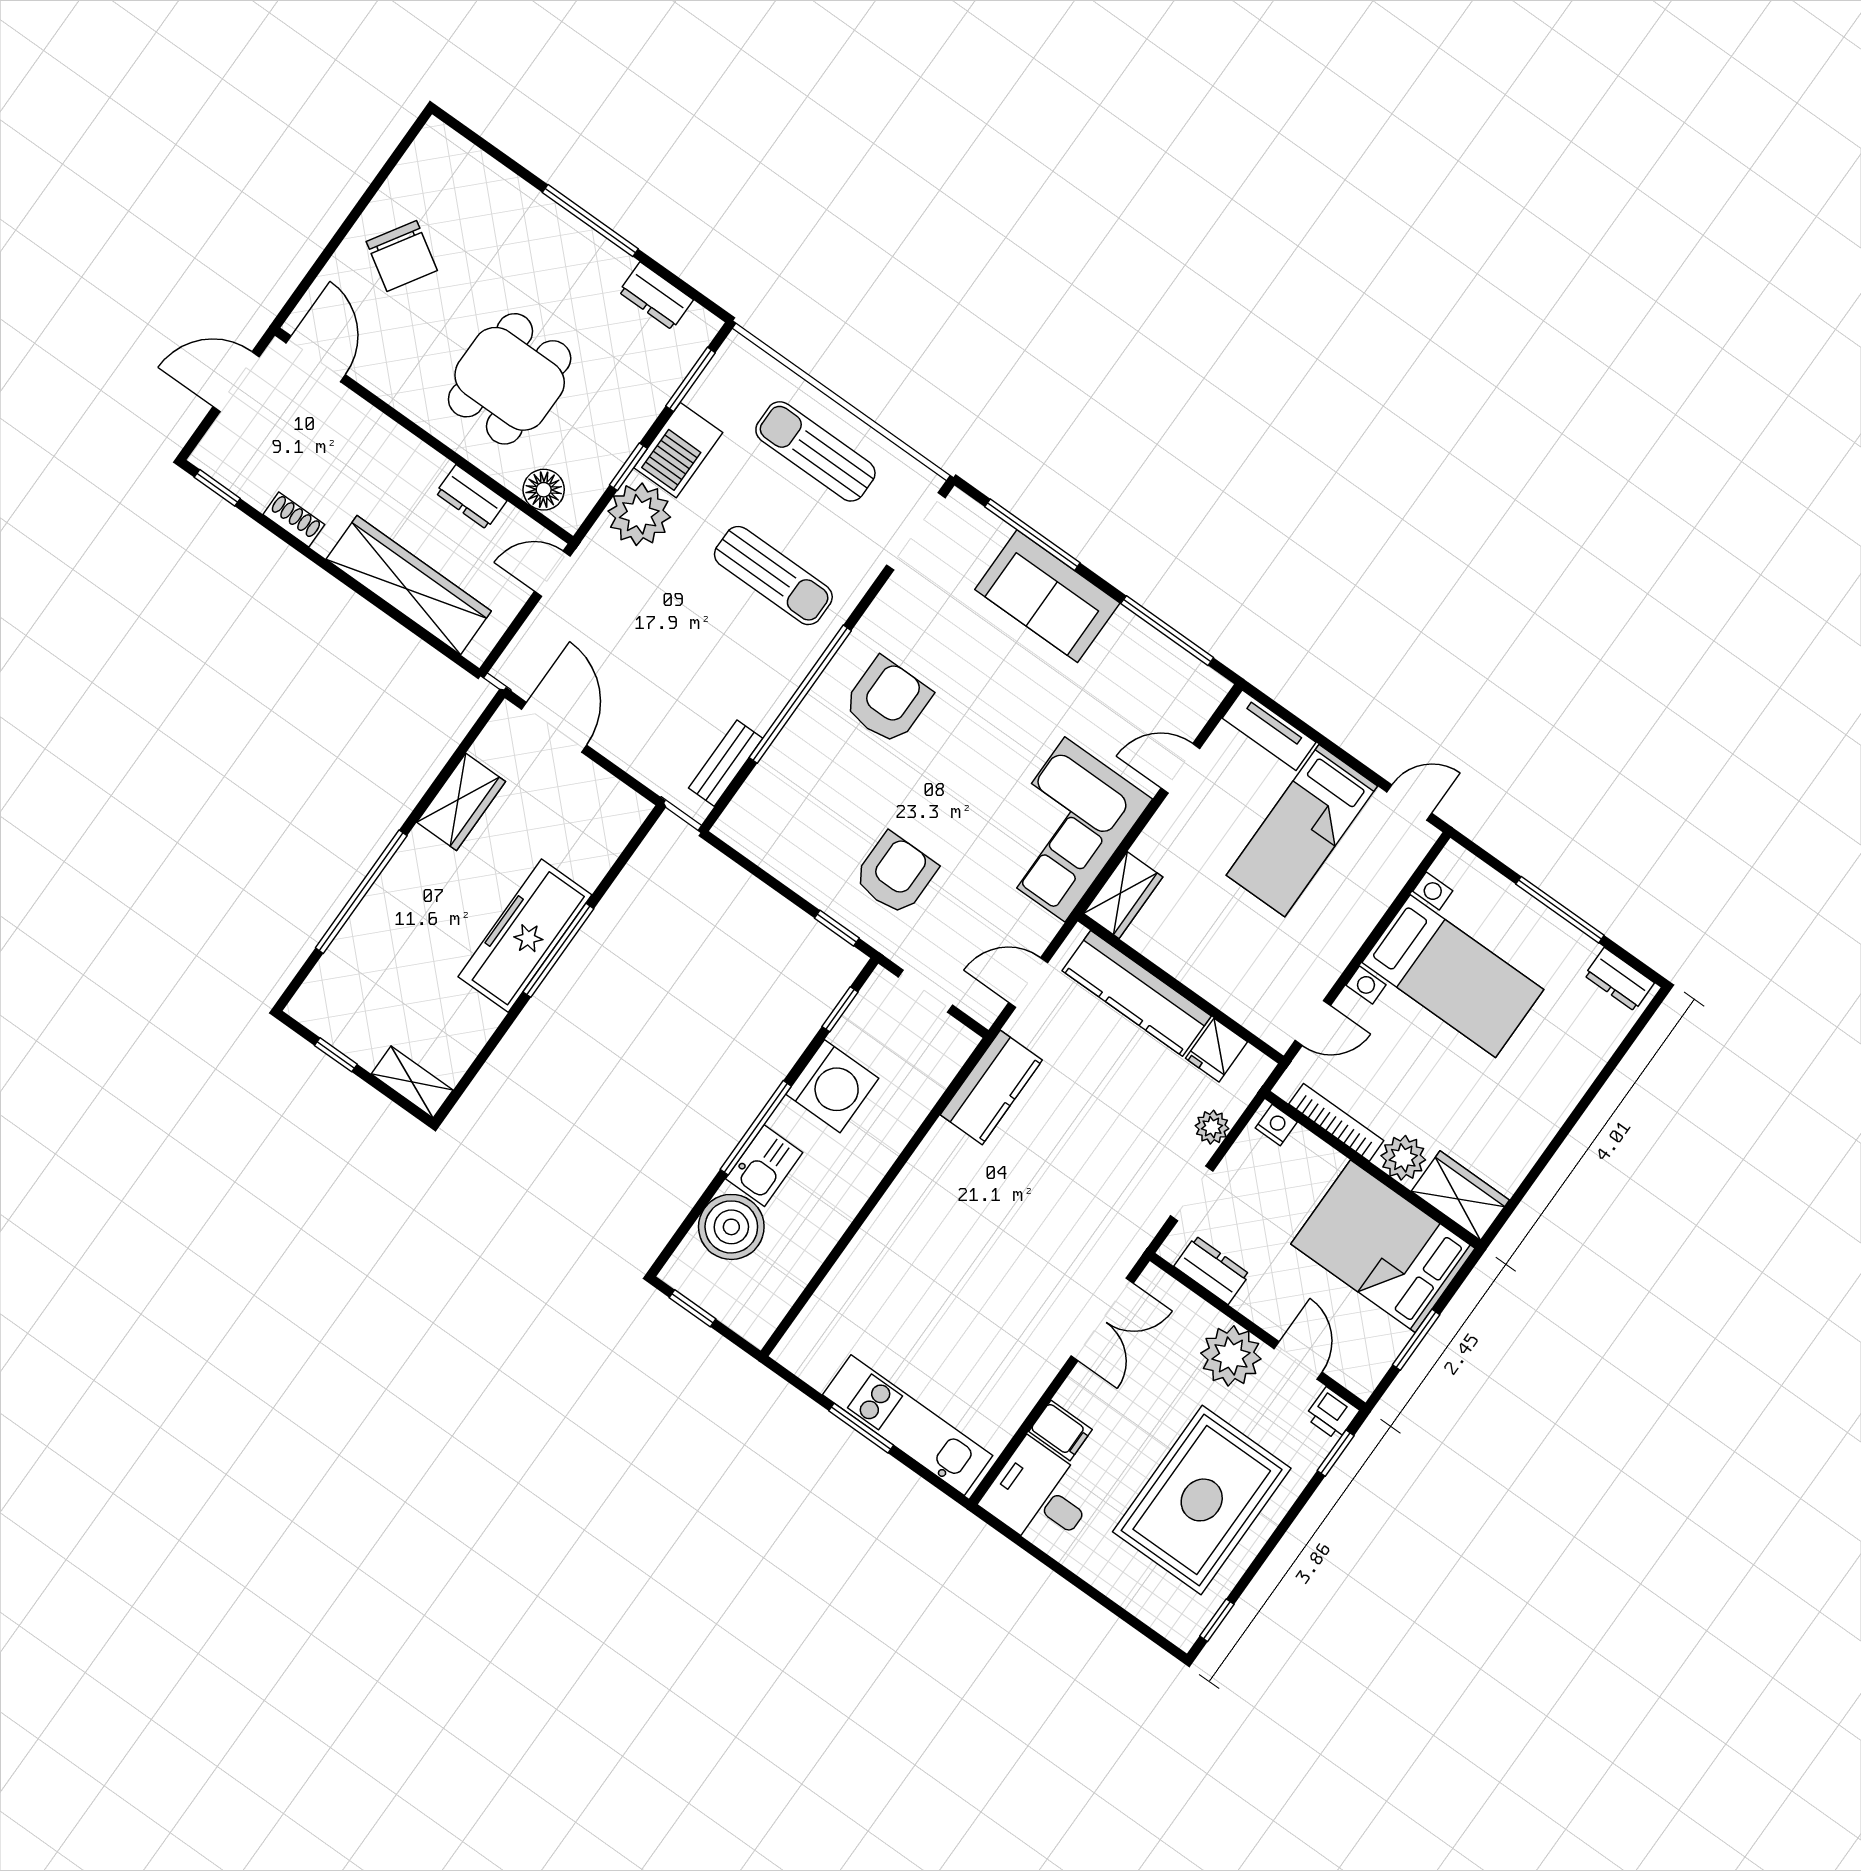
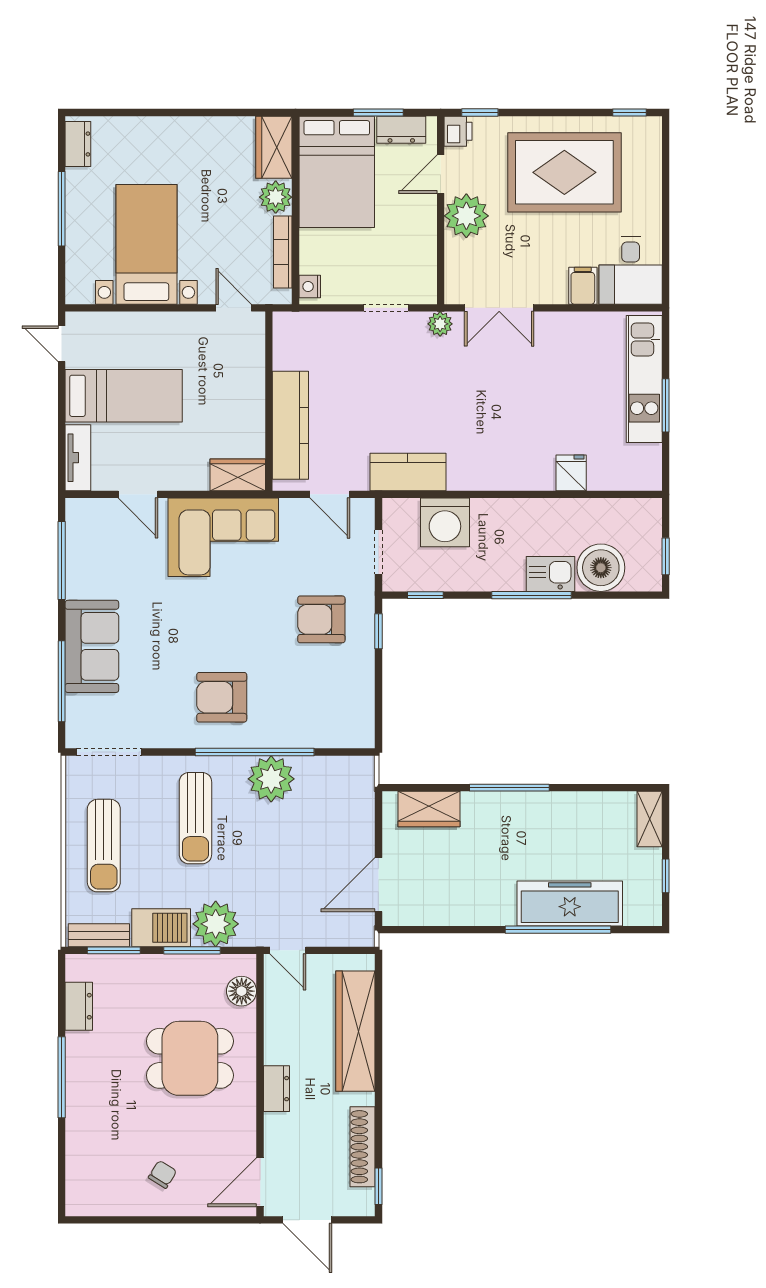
chair: (402, 256) -> (162, 1174), width x0.54, depth x0.54
window: (628, 467) -> (192, 950), width x1.50
dresser: (471, 497) -> (276, 1089), moved
shoe rack: (294, 519) -> (363, 1147), width x1.94, depth x1.24
sun lounger: (773, 576) -> (195, 818), turned 180
plant: (757, 691) -> (271, 779), added
bench: (726, 763) -> (99, 935), moved
wardrobe: (461, 802) -> (429, 809), moved, turned 180
freezer: (525, 936) -> (570, 904), moved, turned 180
fridge: (1216, 1050) -> (571, 473), moved, turned -90
washing machine: (832, 1086) -> (445, 522), moved, turned 180
plant: (1212, 1127) -> (440, 324), moved
dresser: (1212, 1270) -> (401, 130), moved, turned -90
double door: (1102, 1320) -> (499, 308), swing flipped

